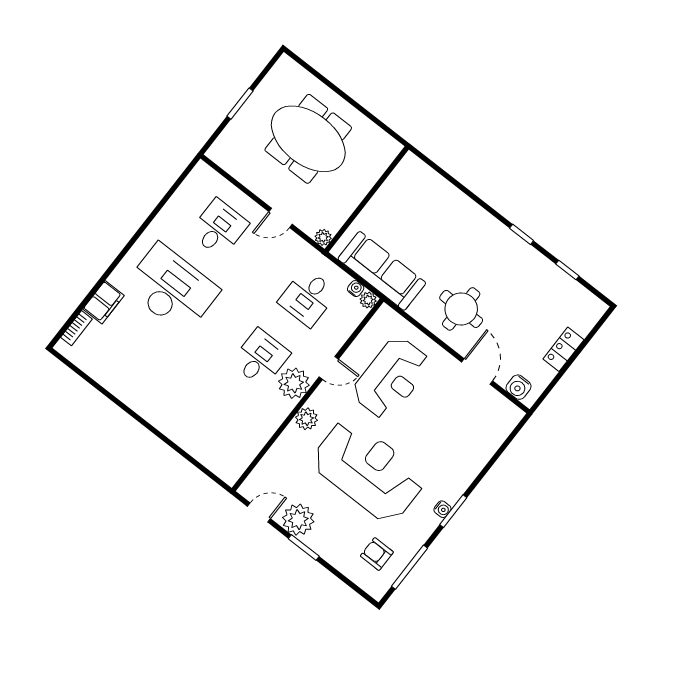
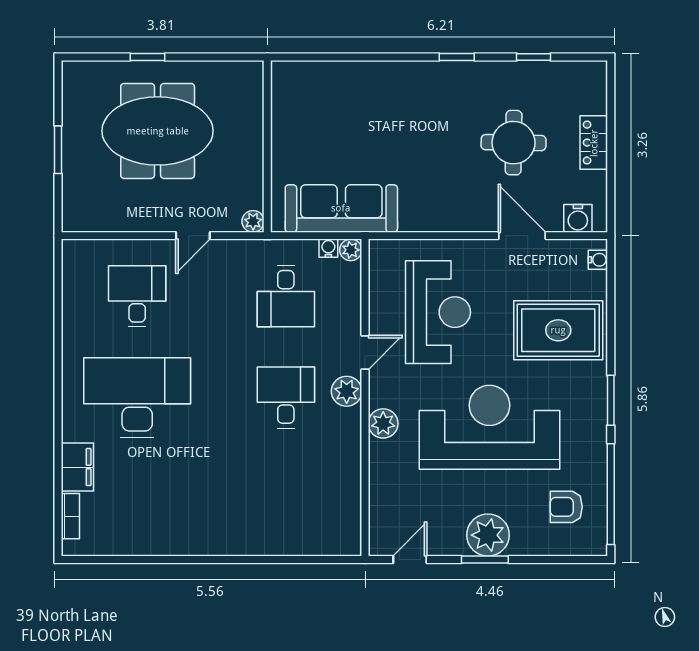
window: (337, 90) -> (148, 57), added
round table: (461, 309) -> (514, 143), moved
plant: (294, 383) -> (347, 391), width x0.73, depth x0.73
rug: (455, 445) -> (558, 330), added
water cooler: (442, 509) -> (598, 260), moved
plant: (298, 520) -> (488, 535), moved
window: (409, 567) -> (611, 494), width x1.46

